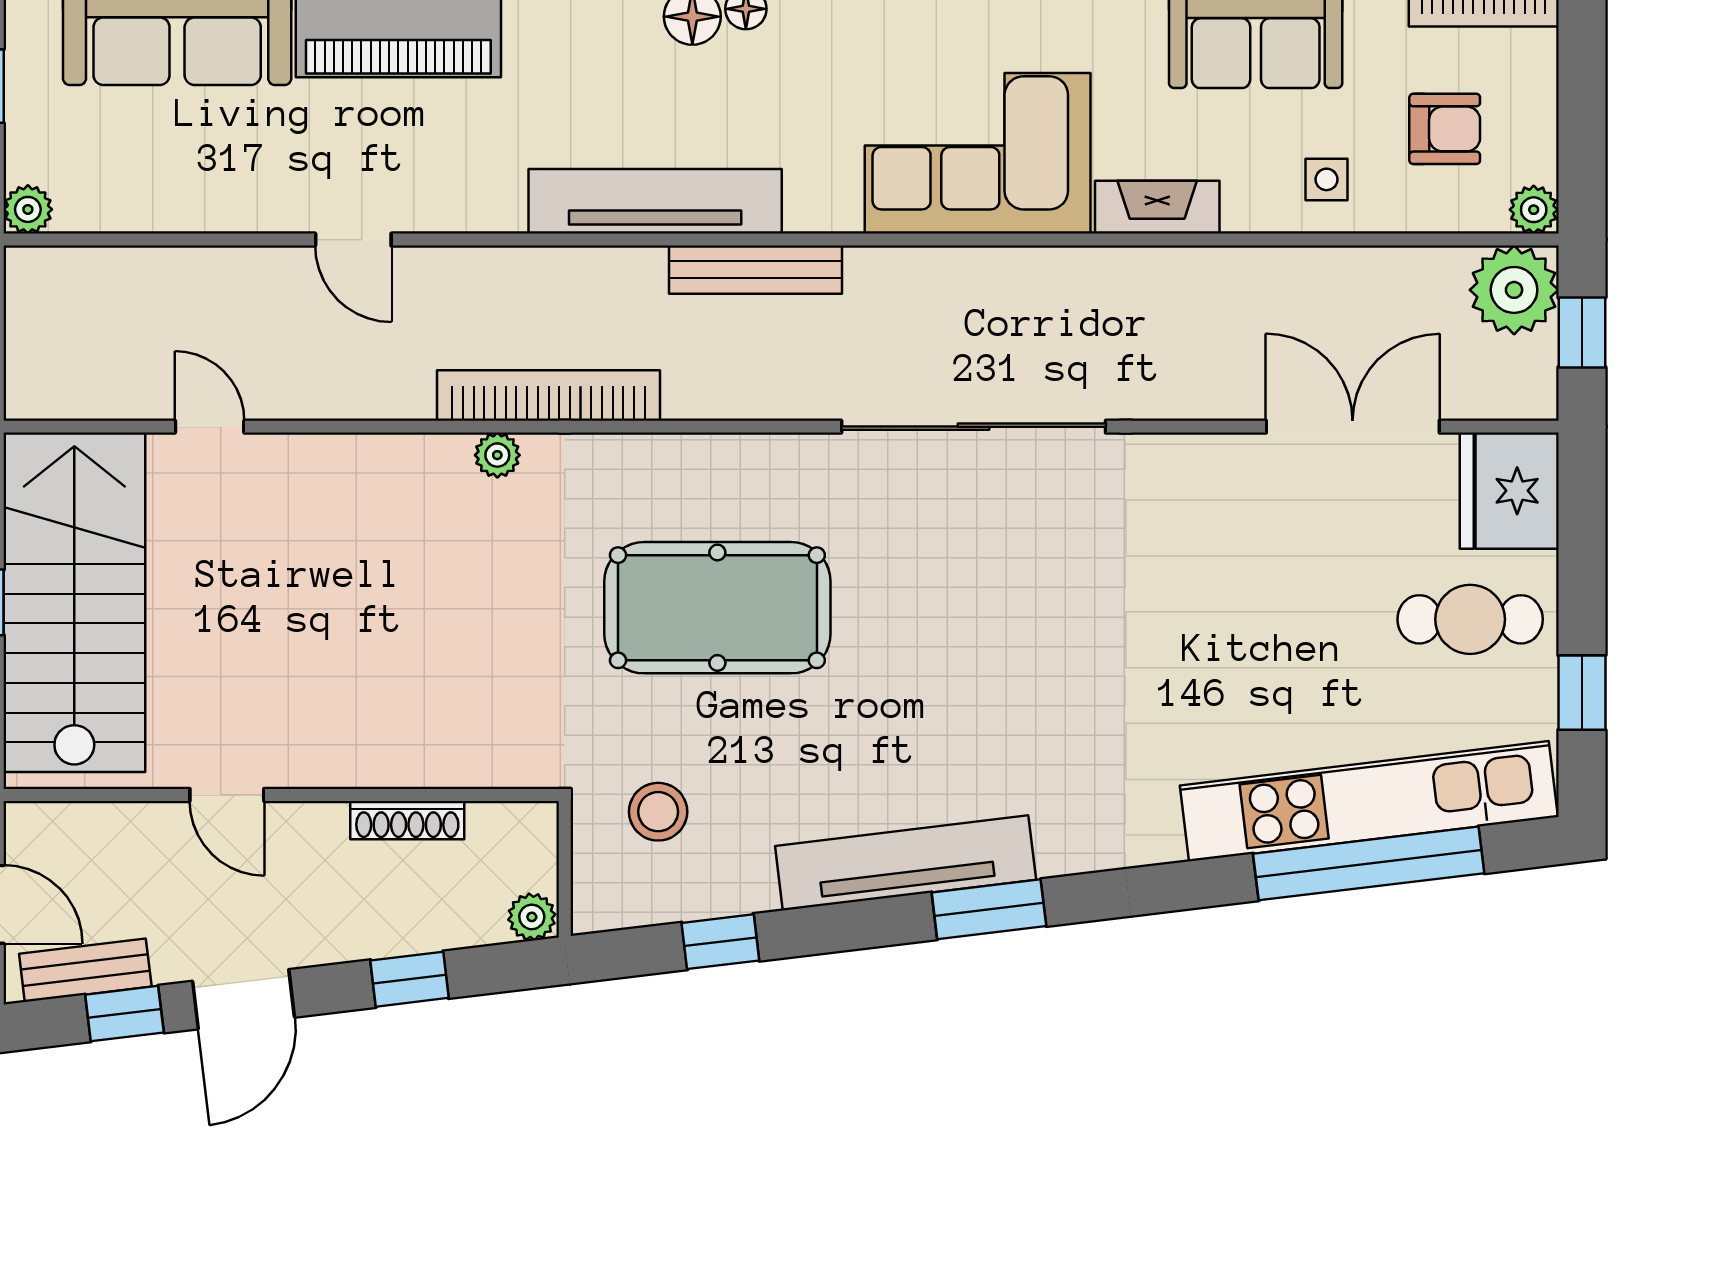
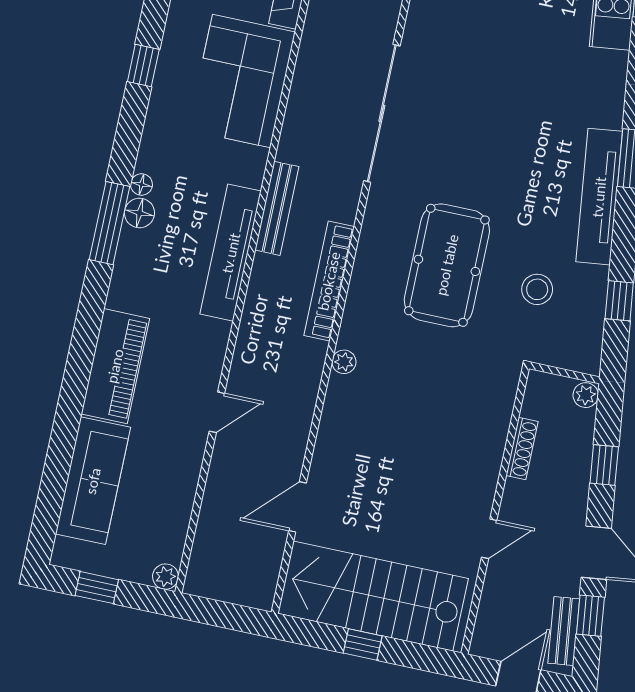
bookcase: (549, 395) -> (329, 281), moved
door: (210, 427) -> (297, 507), width x1.38
stool: (658, 812) -> (537, 289), moved

